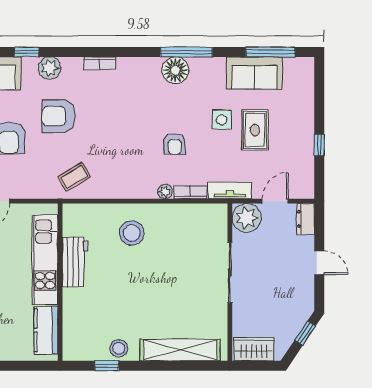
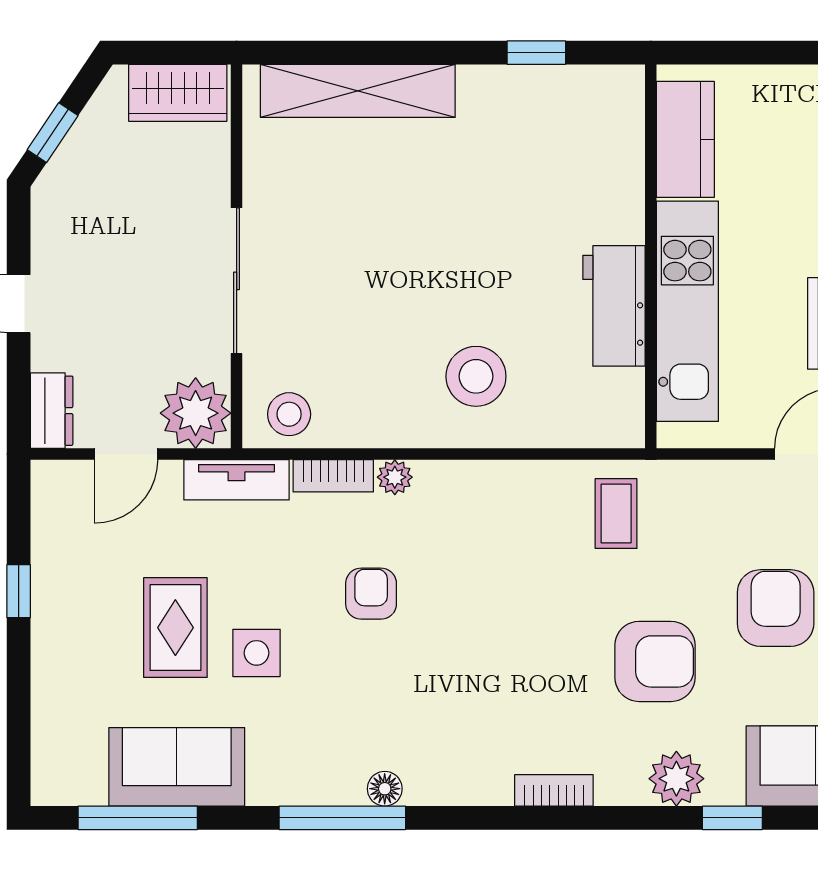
floor lamp: (175, 70) -> (385, 789), width x0.53, depth x0.53
coffee table: (74, 177) -> (616, 514), turned -59
stool: (119, 348) -> (289, 414), moved

